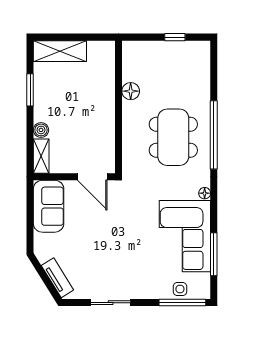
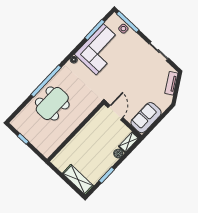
floor lamp: (131, 91) -> (64, 134), removed
dining table: (173, 137) -> (52, 103), moved

